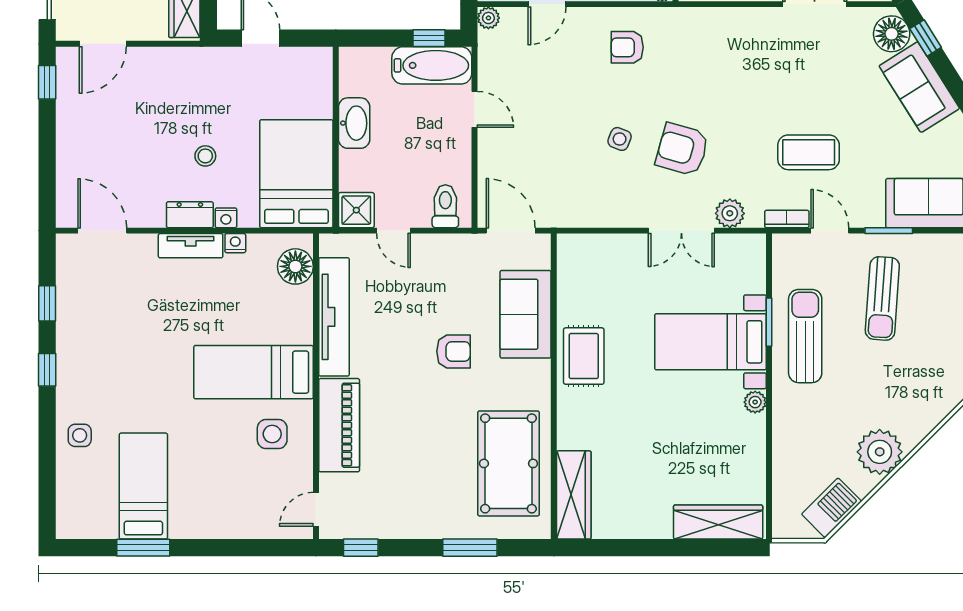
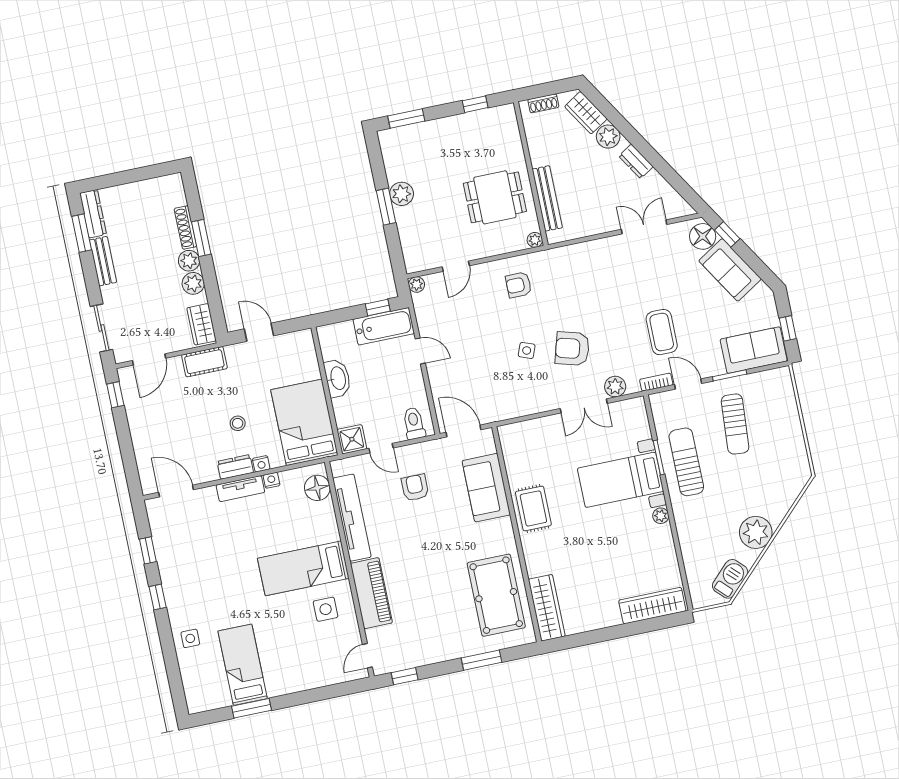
cot: (178, 63) -> (204, 362), added
coffee table: (809, 152) -> (662, 332), turned 90
armchair: (453, 351) -> (415, 488), moved, turned -90

